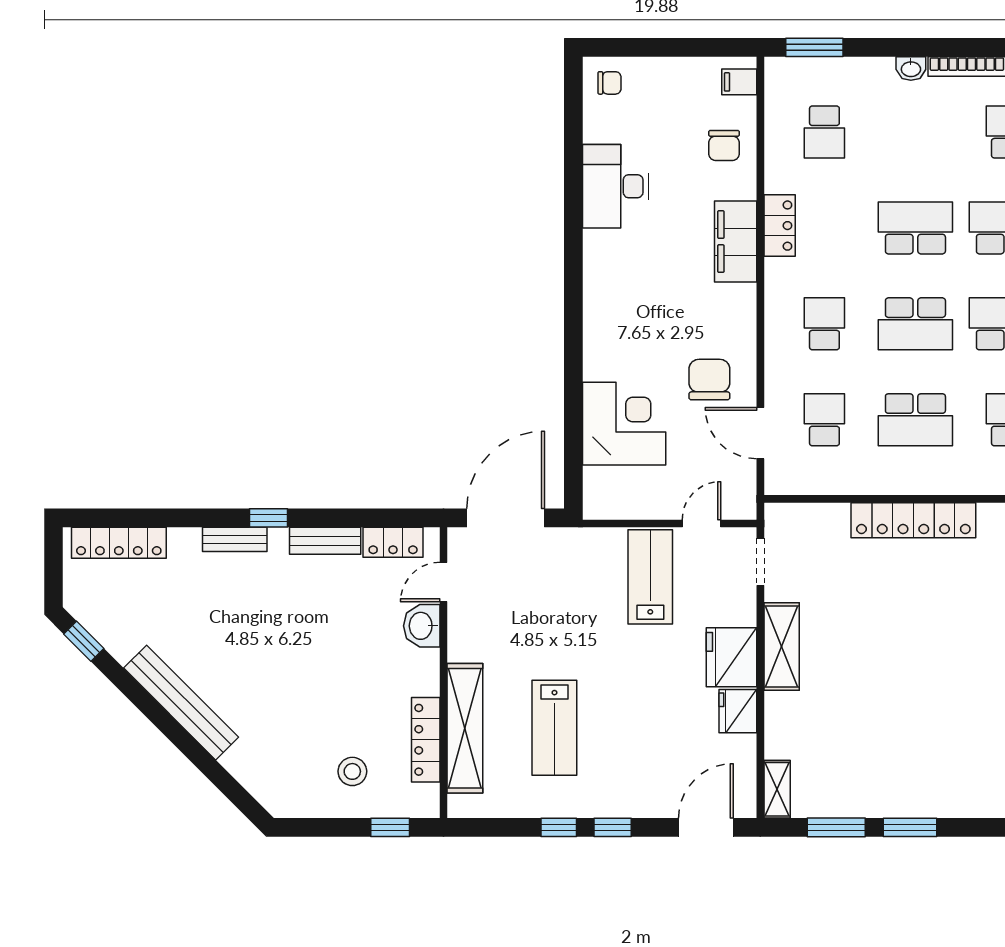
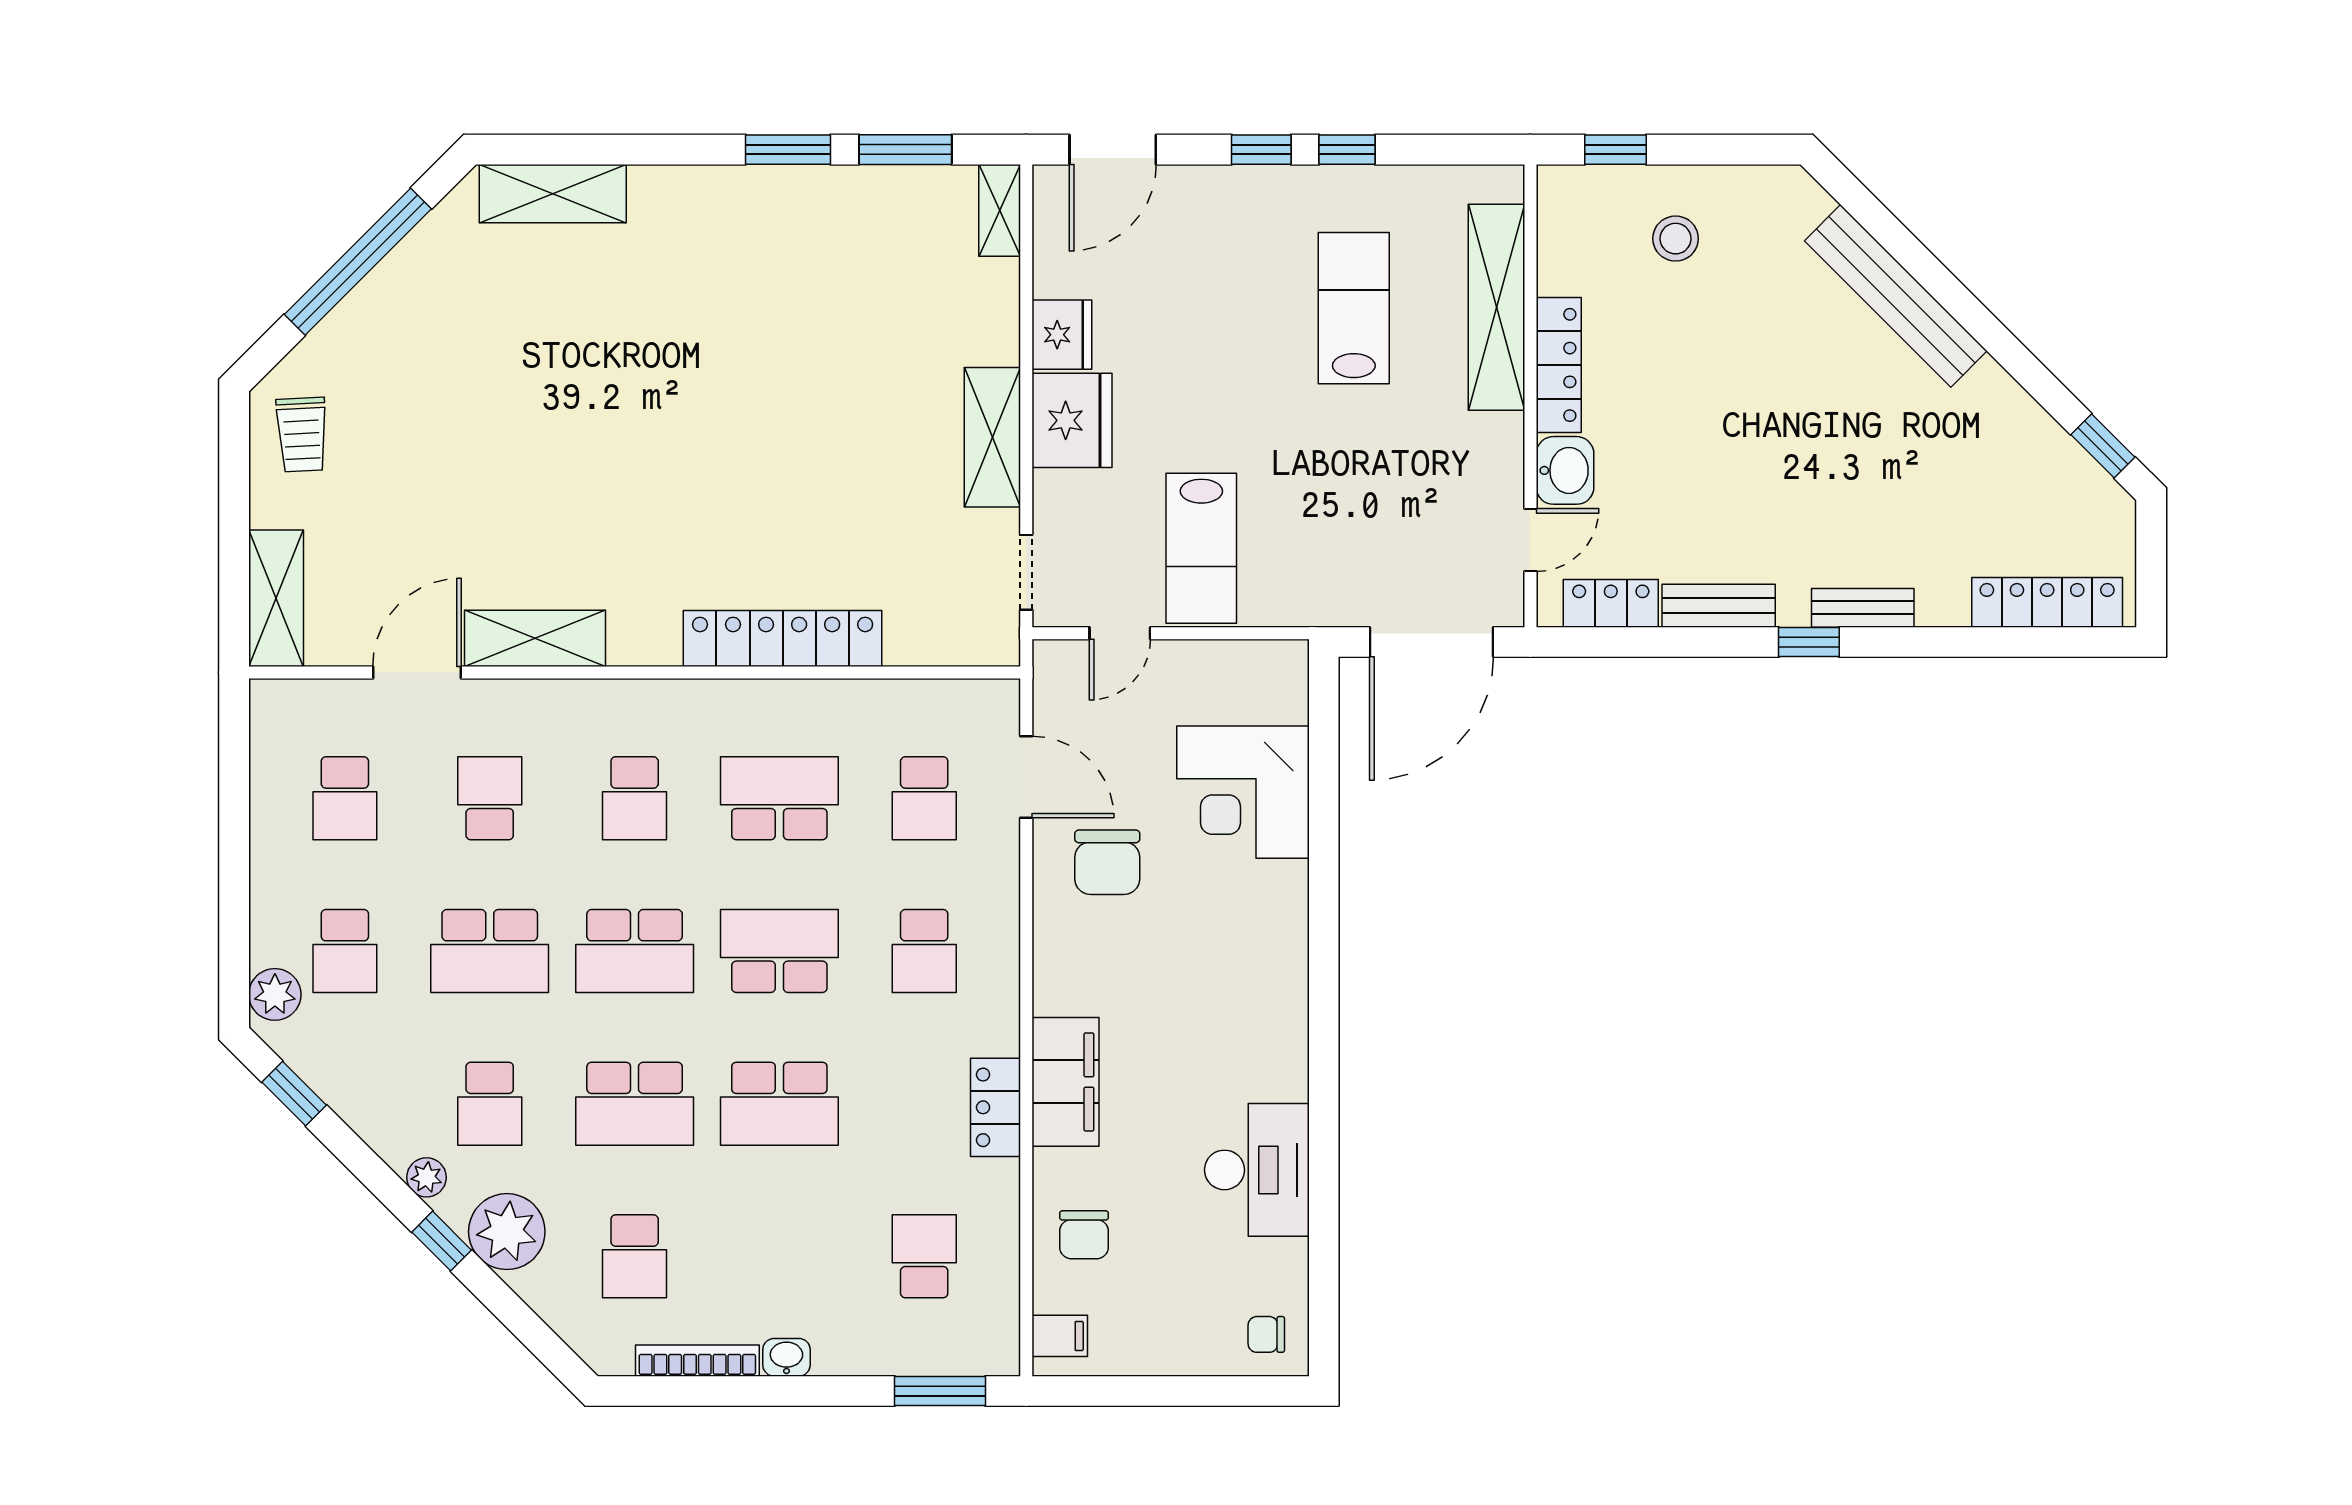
chair: (724, 146) -> (1084, 1235), turned 180
bench: (181, 703) -> (1896, 296), moved
locker: (426, 740) -> (1559, 365), moved

